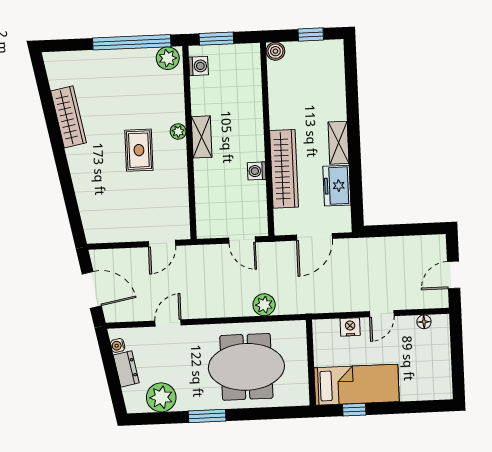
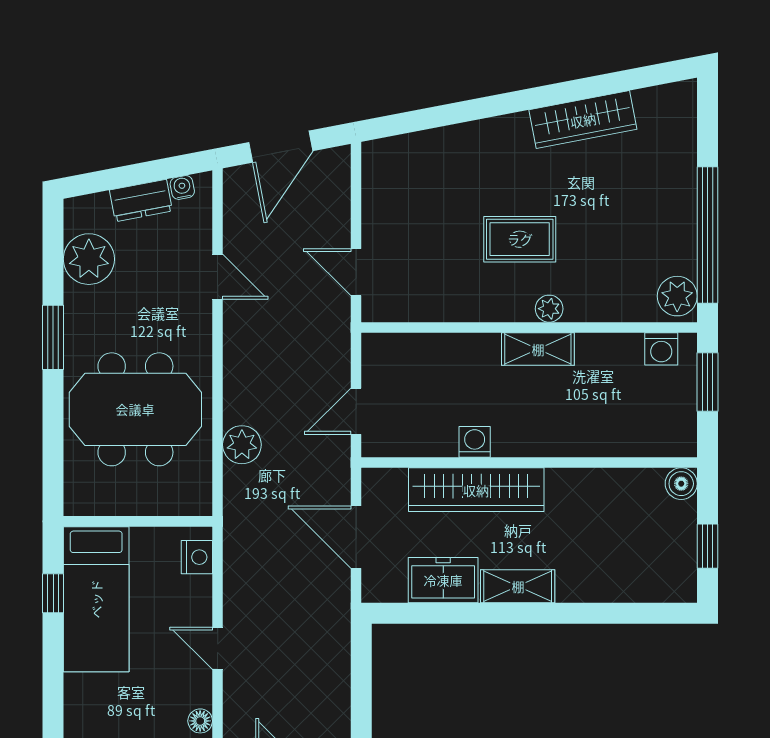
nightstand: (350, 327) -> (197, 557), moved
meeting table: (246, 367) -> (135, 409), turned 90

